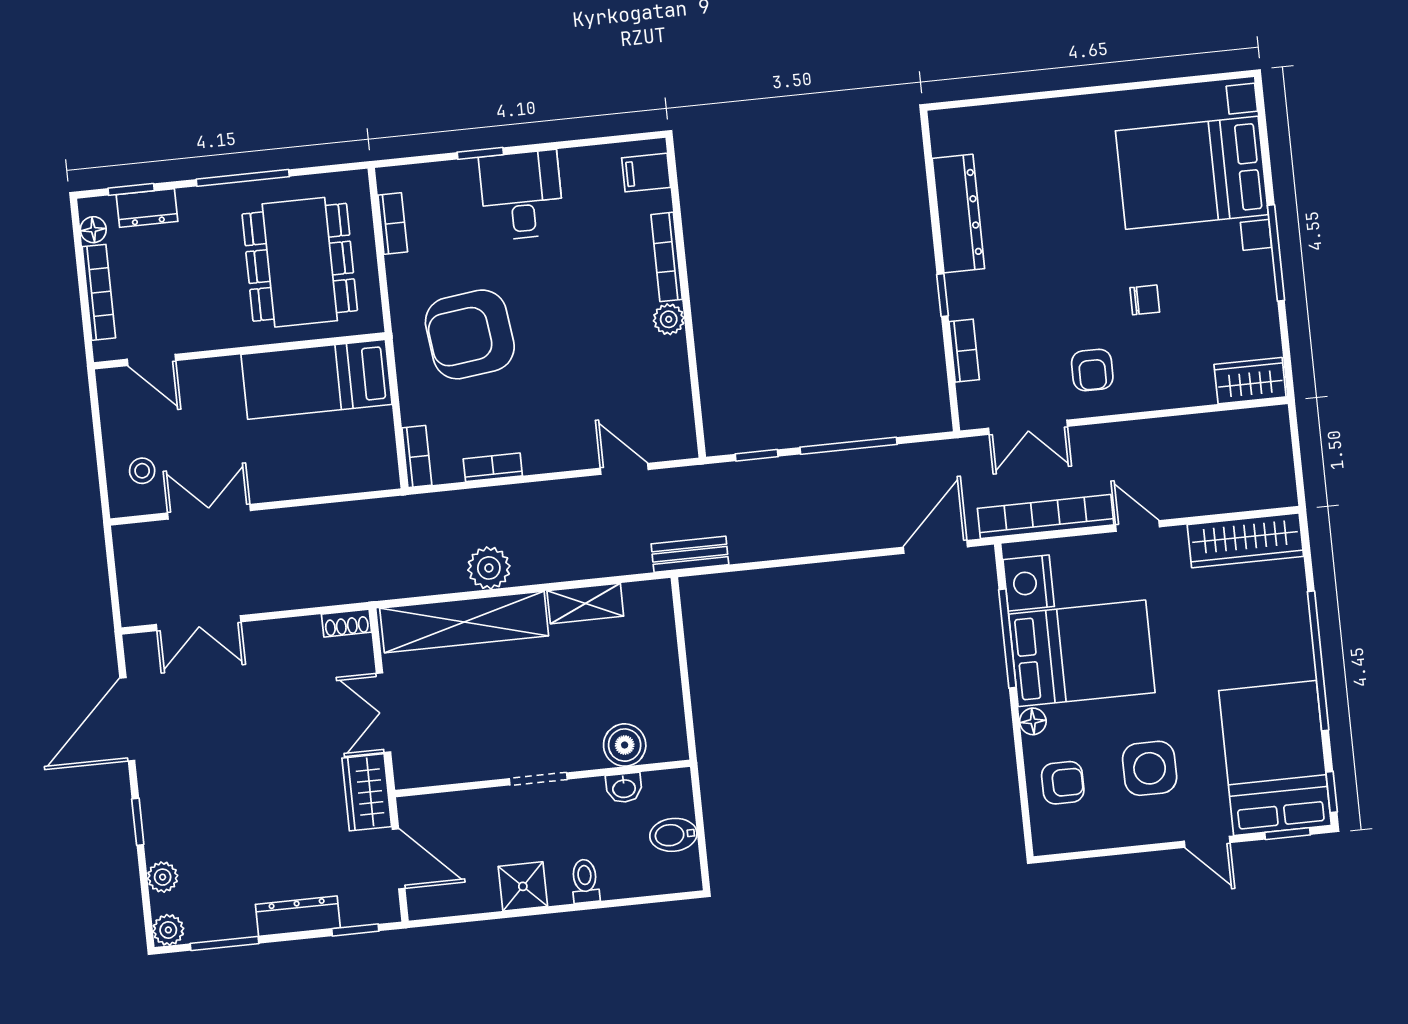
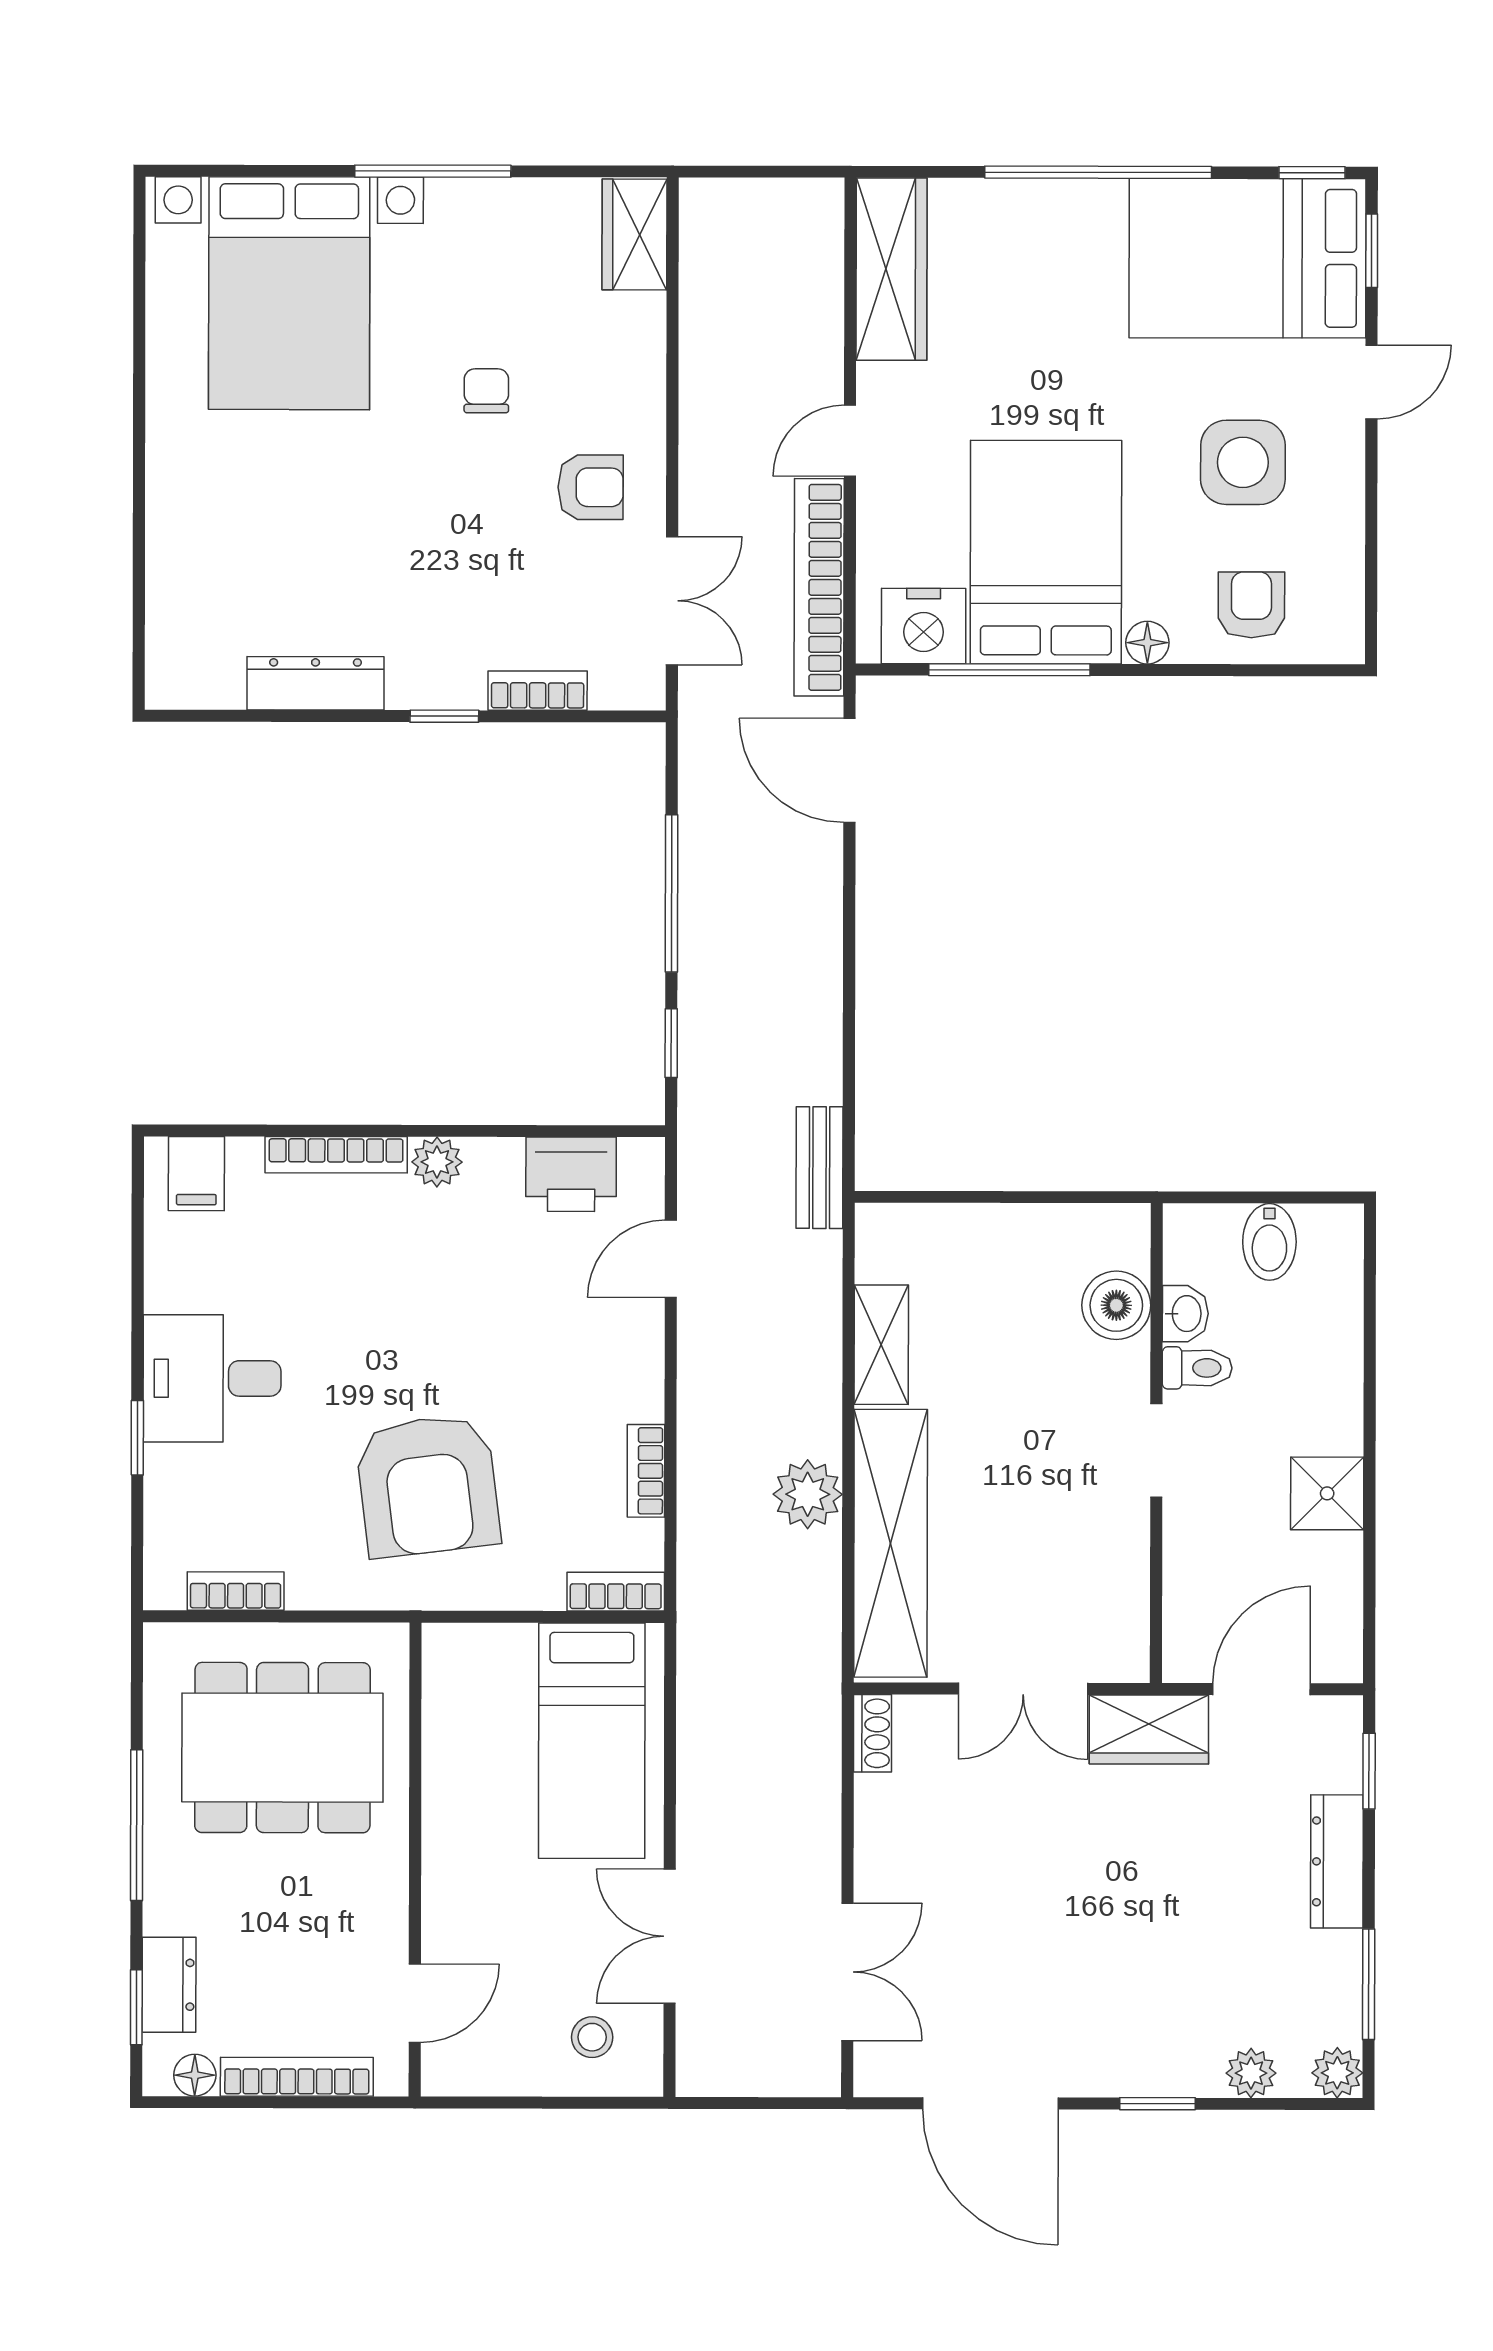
dresser: (958, 214) -> (315, 683), width x0.73, depth x0.80
bed: (316, 379) -> (592, 1741), moved
printer: (670, 402) -> (571, 1174), added
toilet: (585, 881) -> (1197, 1368), moved, turned 180

